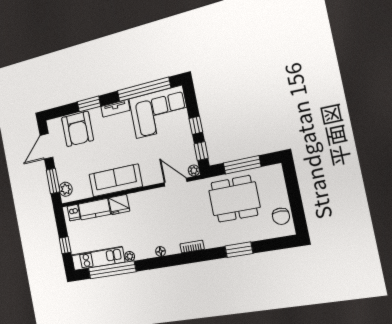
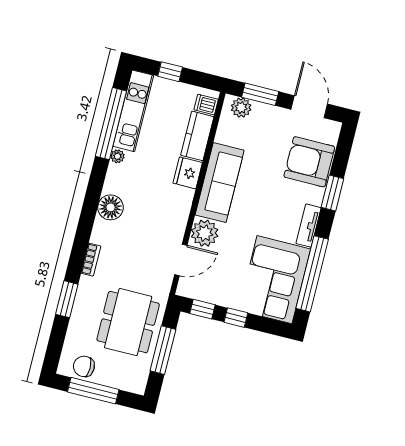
plant: (194, 170) -> (205, 233), moved, width x1.88, depth x1.88
window: (296, 201) -> (93, 391), added
bookcase: (192, 247) -> (91, 260), moved
floor lamp: (160, 251) -> (111, 207), width x1.89, depth x1.89

